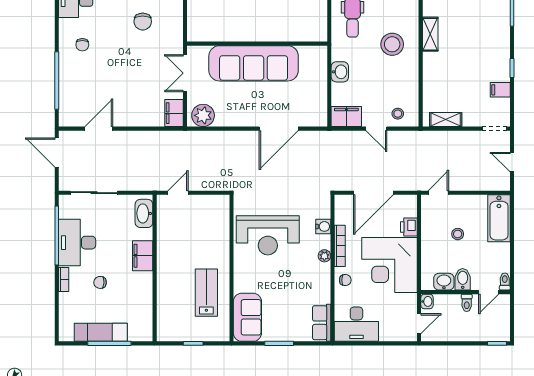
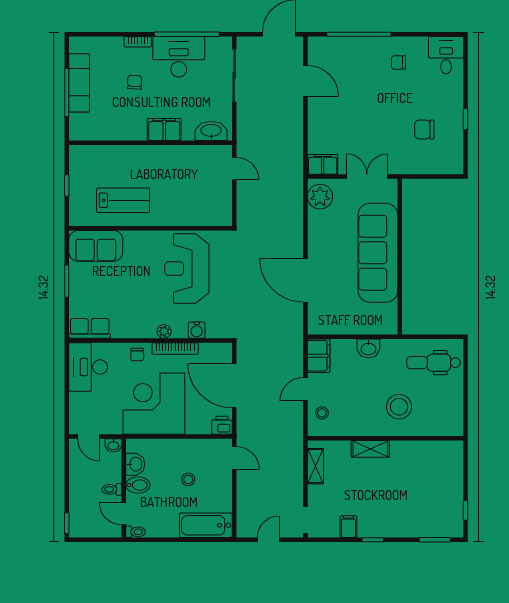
shelving: (430, 34) -> (370, 449), moved
printer: (409, 227) -> (222, 425), moved

